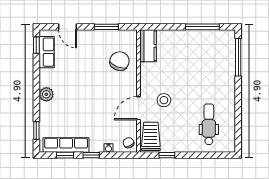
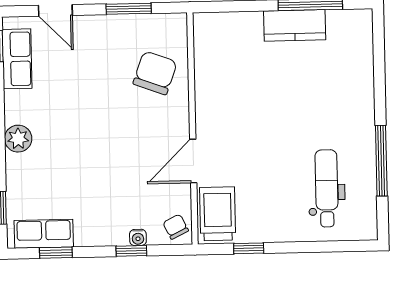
kitchen counter: (148, 46) -> (295, 25), moved, turned 90
window: (238, 57) -> (381, 161), moved
stool: (164, 100) -> (241, 145), removed
row of seats: (66, 145) -> (44, 234), width x0.68
window: (91, 155) -> (131, 251), moved

